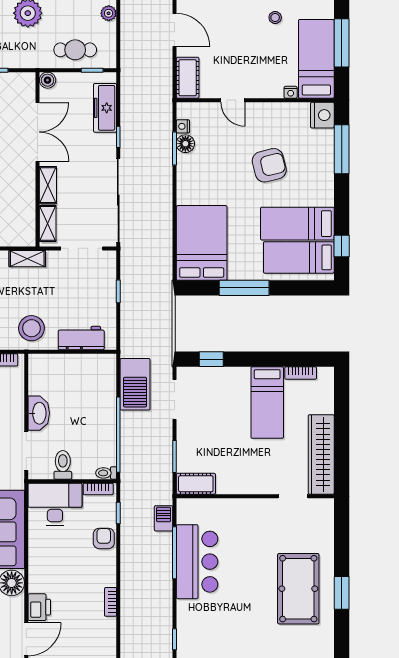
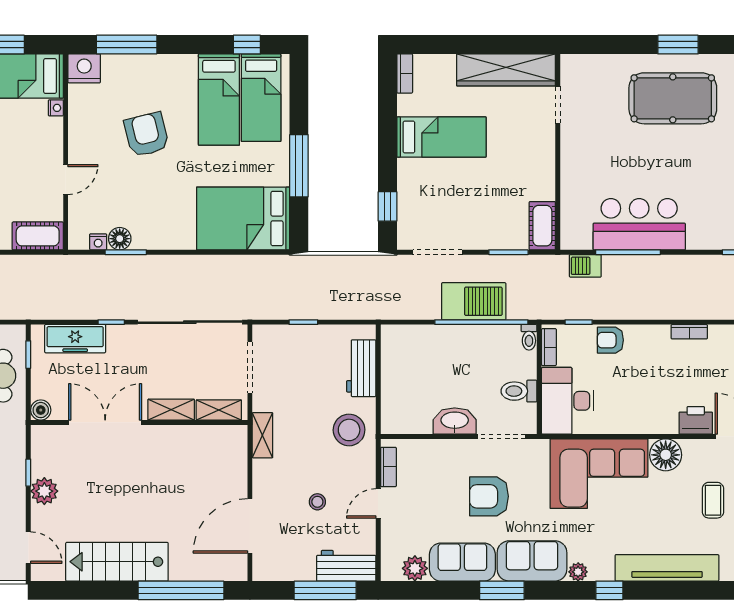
bookcase: (301, 373) -> (405, 73), moved
barbecue: (135, 384) -> (474, 301), moved

